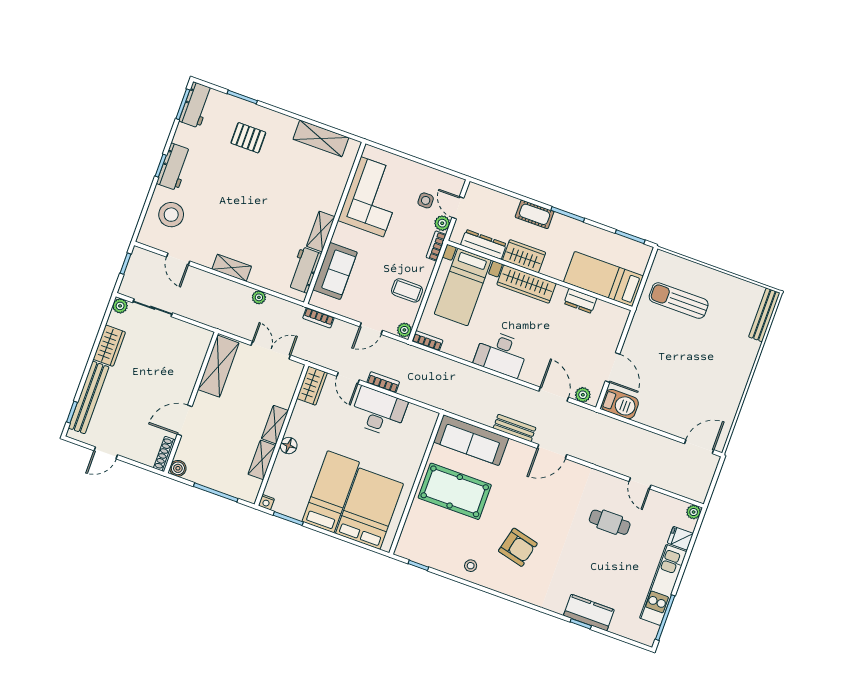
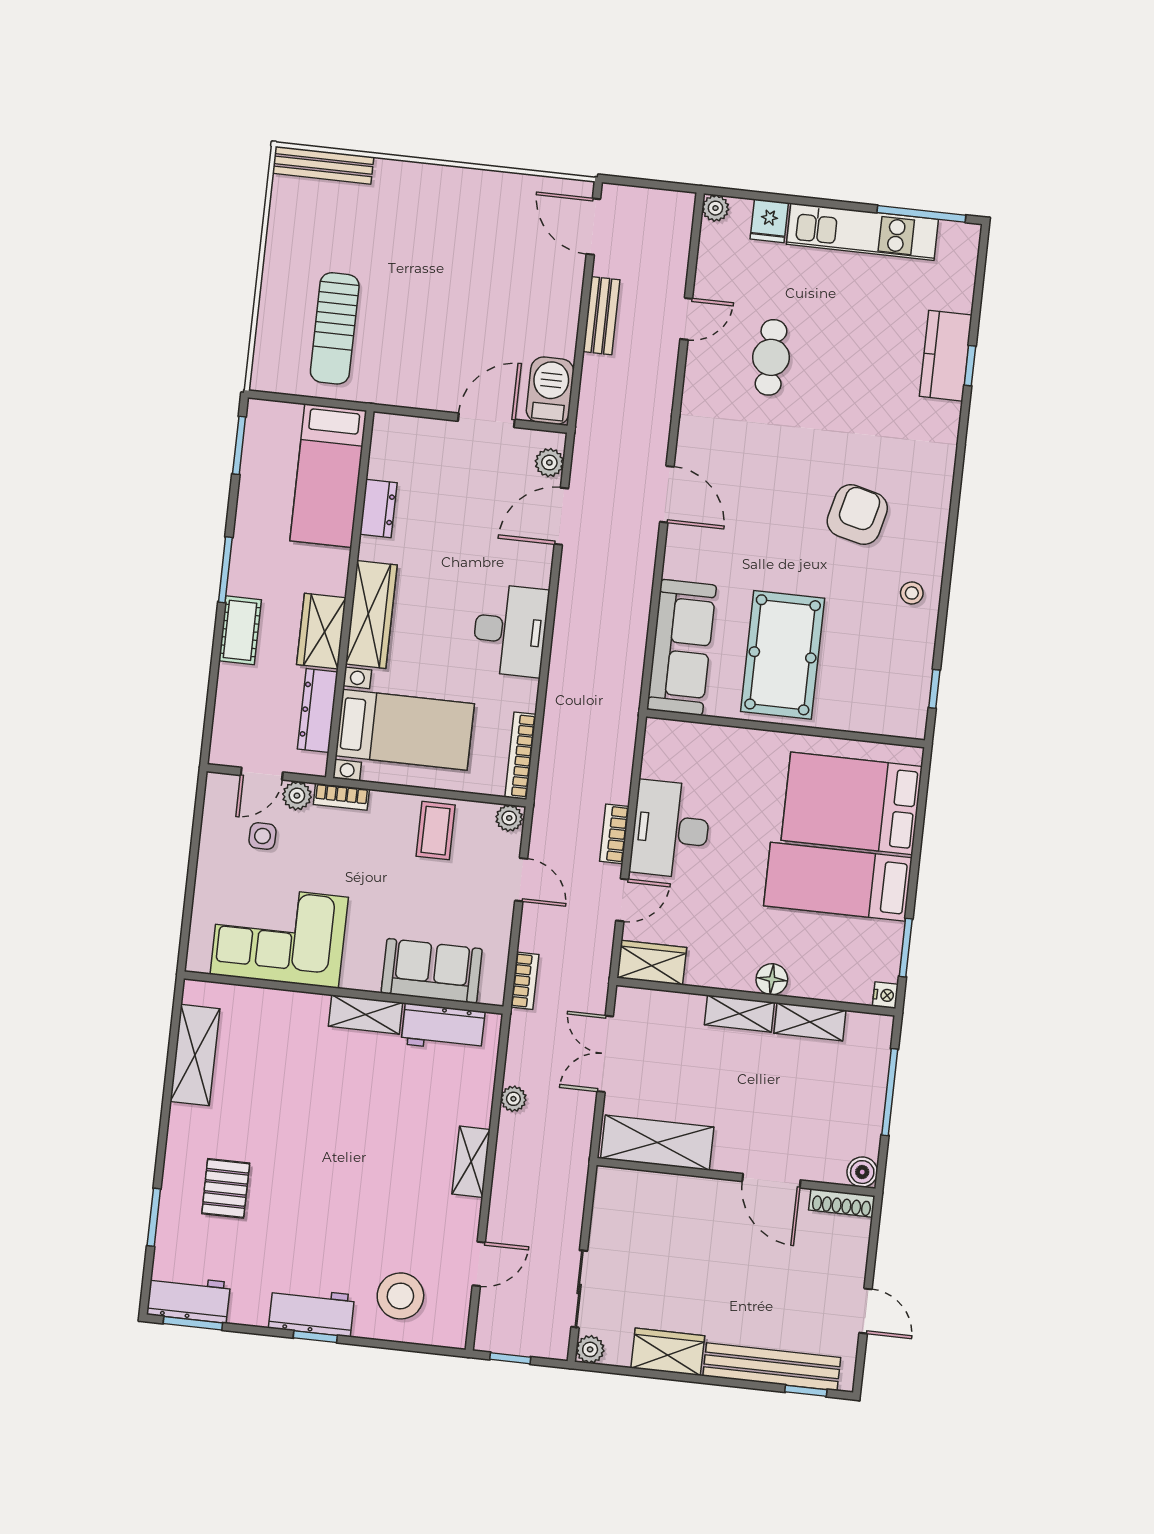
bookcase: (427, 341) -> (520, 756), width x1.56
bench: (515, 428) -> (601, 316), moved

